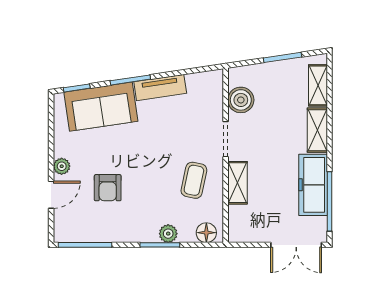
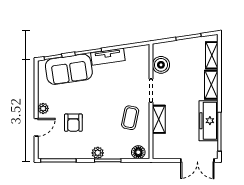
plant: (168, 234) -> (98, 153), moved

